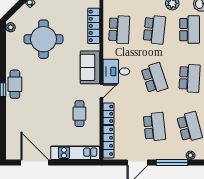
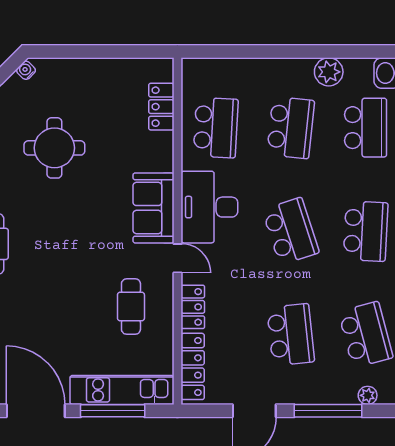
locker: (94, 26) -> (161, 107), width x0.66
round table: (43, 39) -> (54, 148), width x0.73, depth x0.73
desk: (116, 71) -> (209, 207), width x1.37
door: (101, 91) -> (177, 258), hinge flipped
window: (71, 163) -> (113, 411), added

